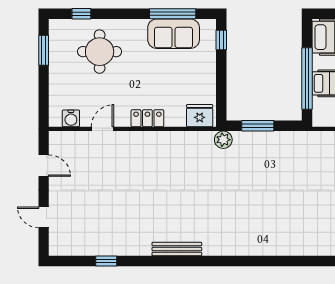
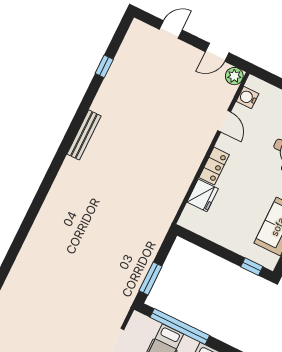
fridge: (200, 116) -> (203, 195), moved
window: (258, 126) -> (151, 279), moved
plant: (223, 140) -> (234, 76), moved

